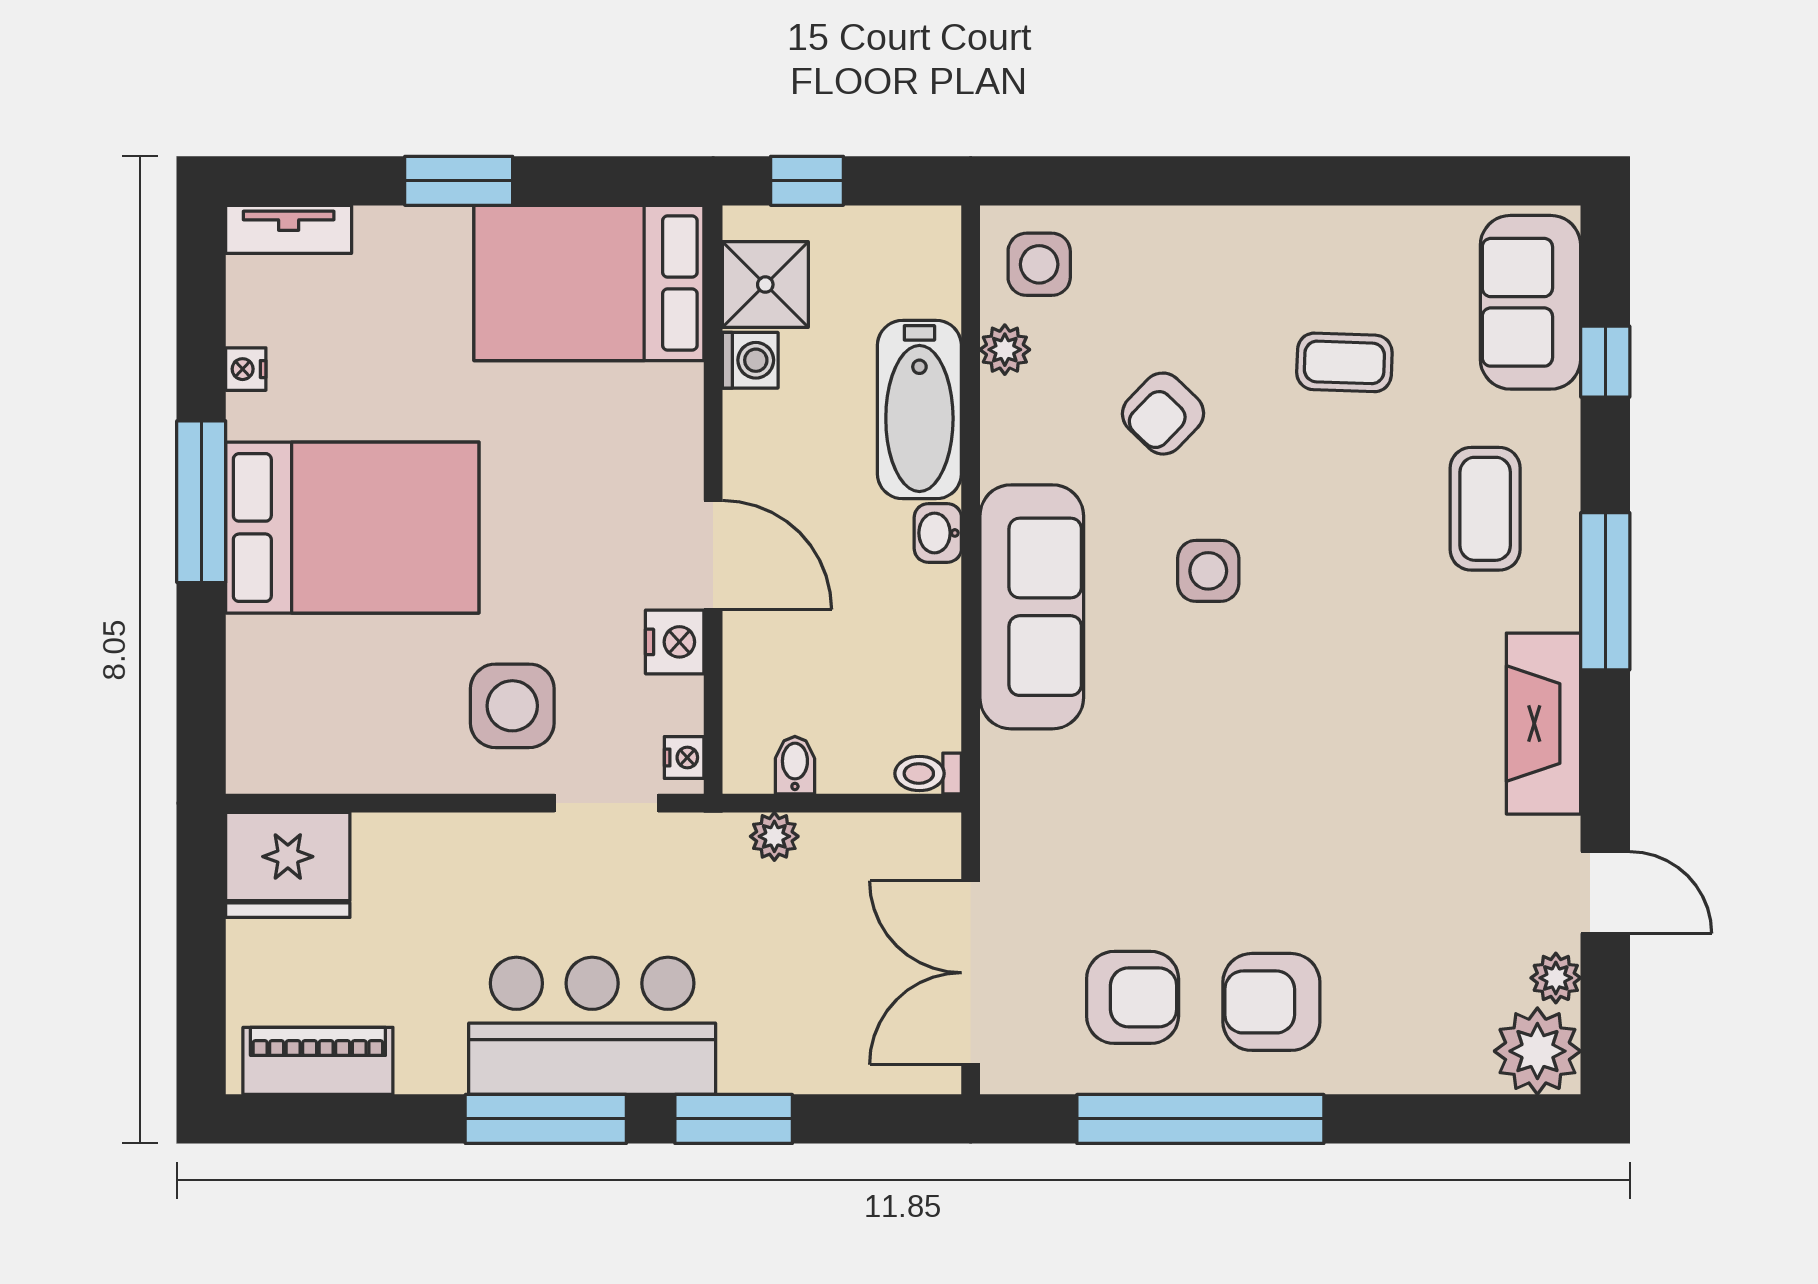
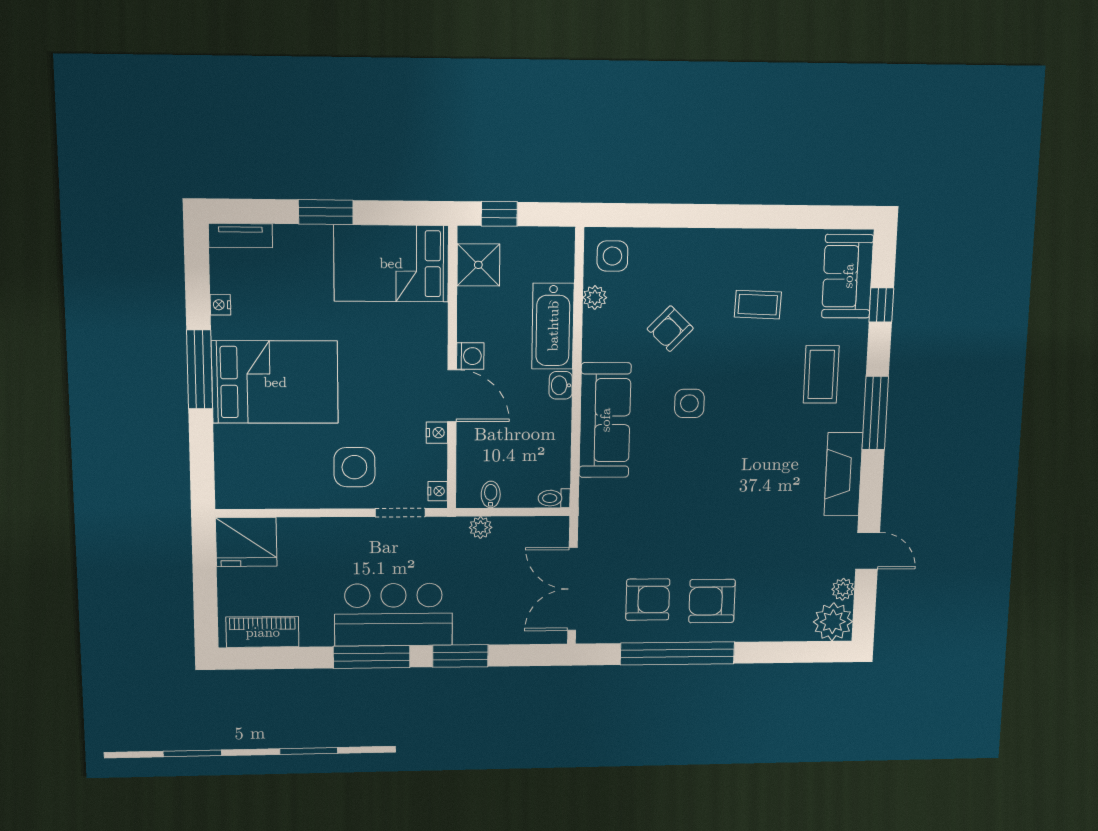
washing machine: (750, 360) -> (470, 356), moved
nightstand: (675, 642) -> (437, 433), width x0.72, depth x0.74

